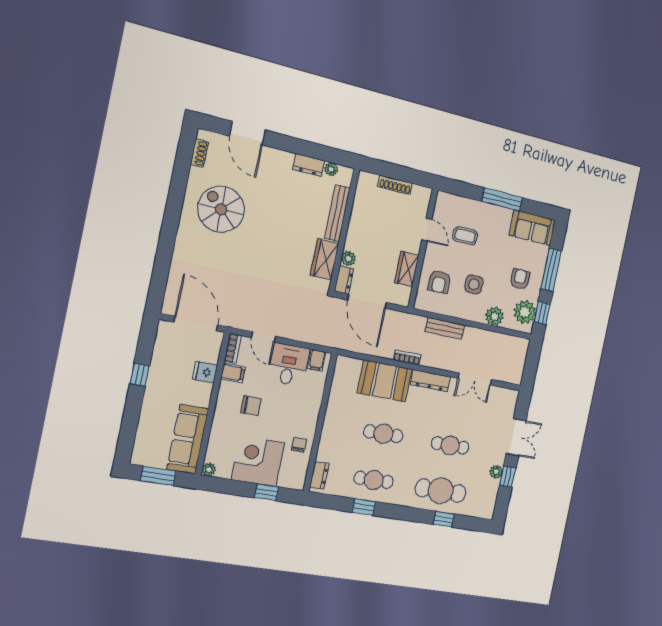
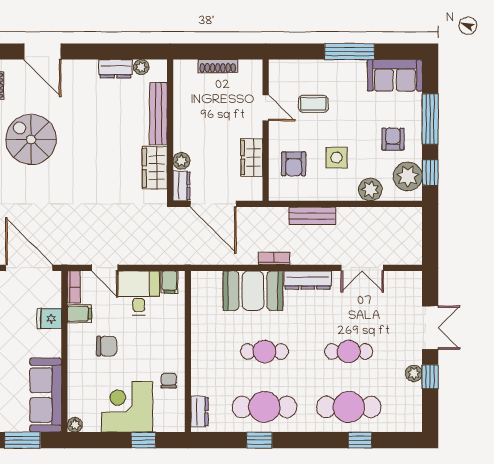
cafe table: (374, 480) -> (264, 407), width x1.37, depth x1.35

